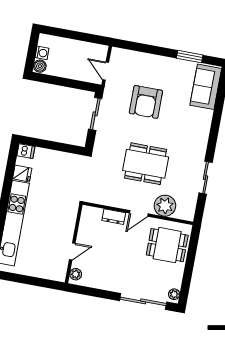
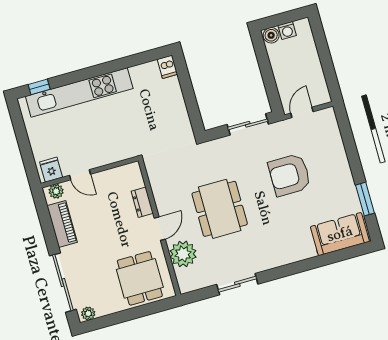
fridge: (22, 174) -> (51, 170), moved, turned 180
door: (139, 213) -> (160, 229), swing flipped
piano: (101, 281) -> (62, 224), added

